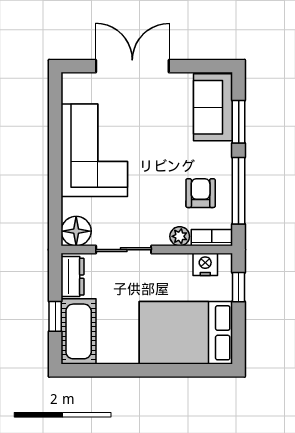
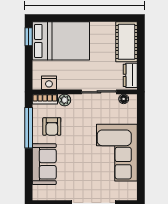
sofa: (213, 107) -> (44, 164), moved
window: (239, 122) -> (29, 170), removed
floor lamp: (76, 231) -> (124, 99), width x0.53, depth x0.53
window: (239, 287) -> (29, 37), moved
window: (55, 316) -> (141, 51), removed

